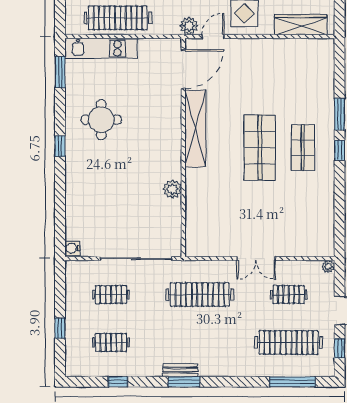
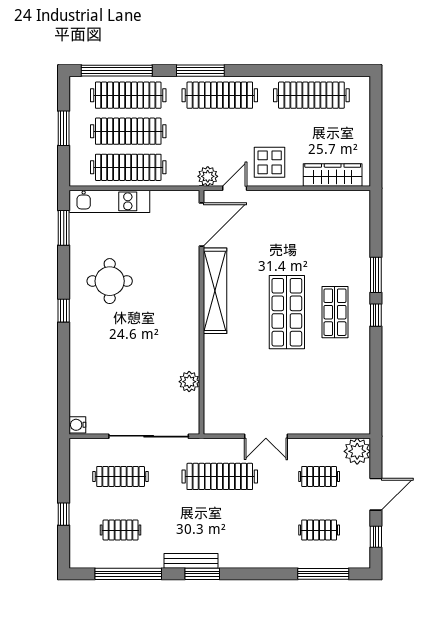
plant: (172, 189) -> (189, 382), moved
double door: (256, 258) -> (266, 436), moved
plant: (328, 266) -> (357, 451), width x1.88, depth x1.88
clothes rail: (111, 295) -> (121, 476), width x1.36
clothes rail: (289, 342) -> (319, 530), width x0.54, depth x0.76
bench: (180, 370) -> (191, 561), width x1.36
window: (118, 382) -> (128, 574), width x3.17

